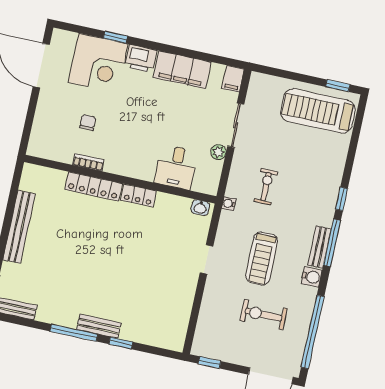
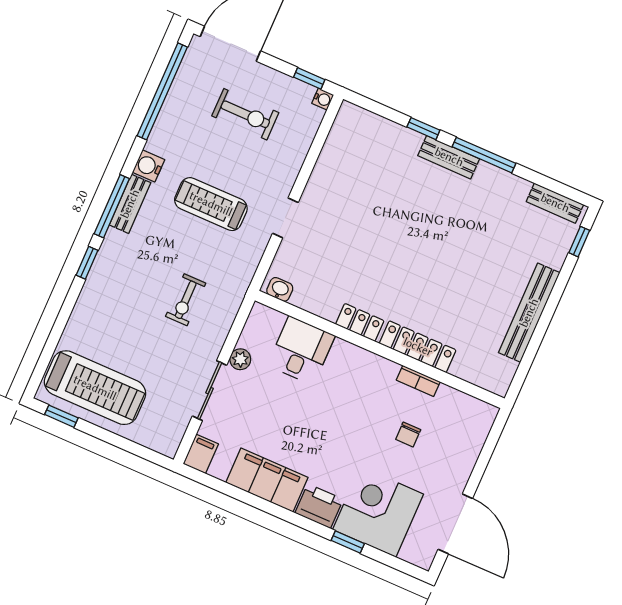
water cooler: (229, 204) -> (323, 99), moved
treadmill: (262, 259) -> (211, 204), turned -90
exercise bike: (264, 315) -> (245, 114), moved

